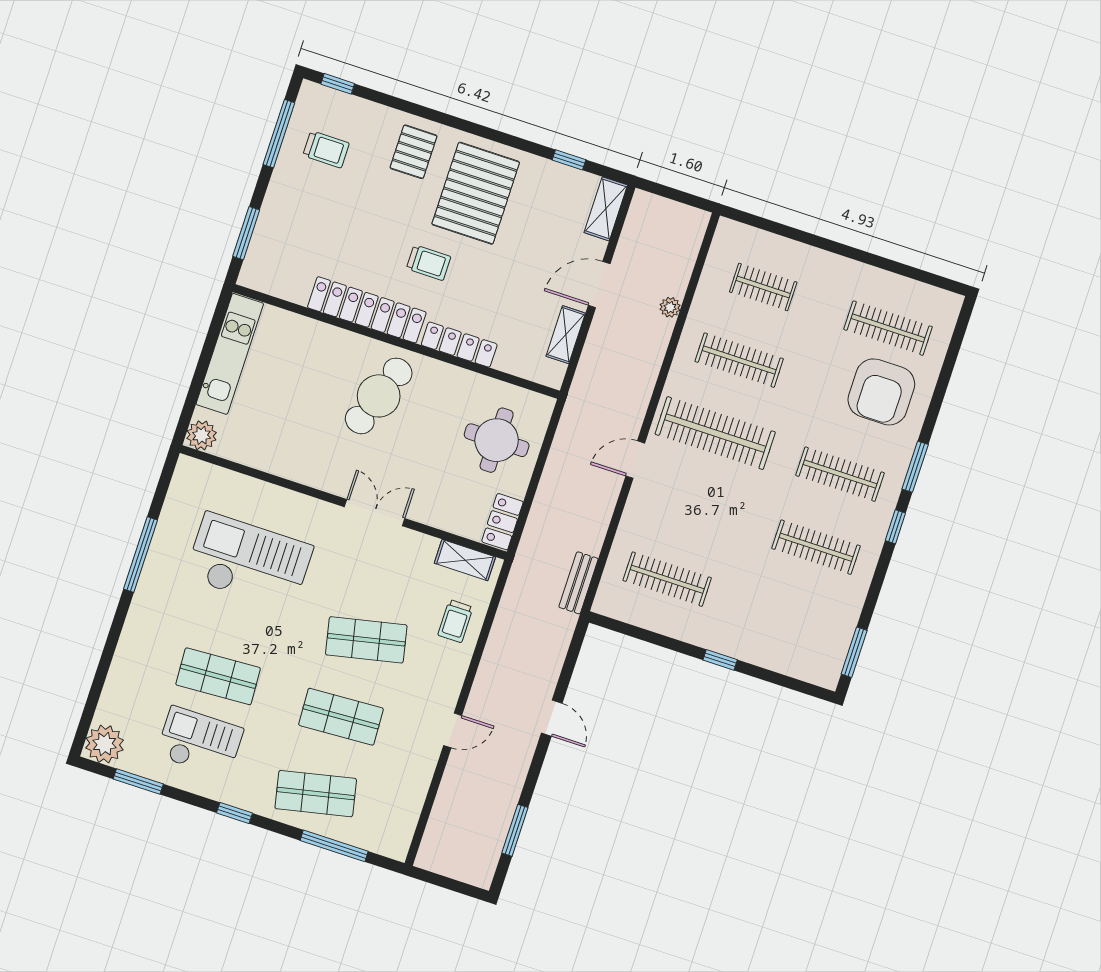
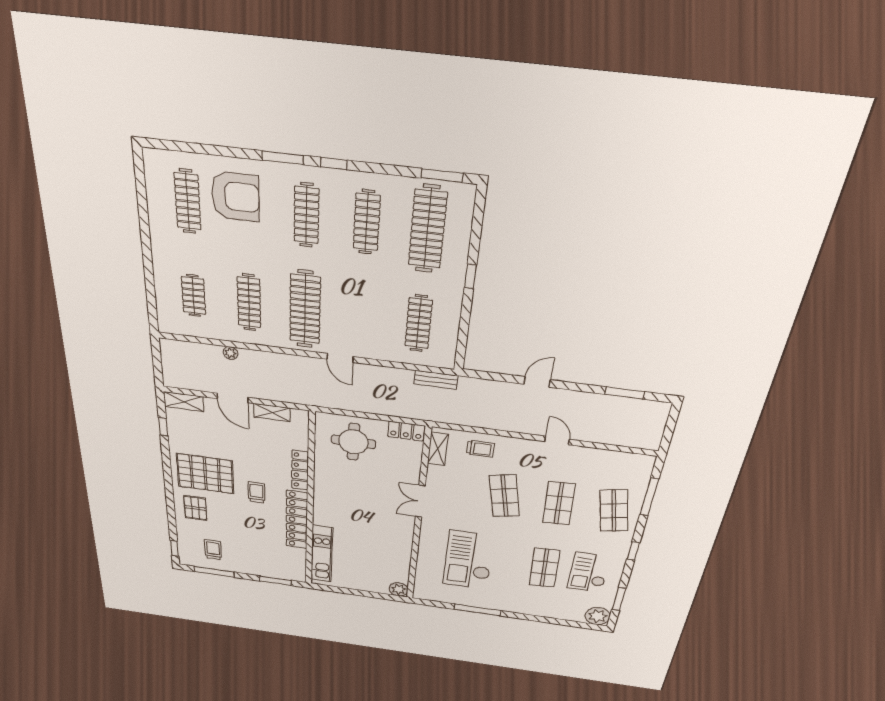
pallet: (413, 152) -> (195, 508), turned 90
kitchen unit: (230, 354) -> (322, 554), moved, turned 90
cafe table: (379, 396) -> (347, 508), removed
clothes rail: (792, 620) -> (428, 229), added

